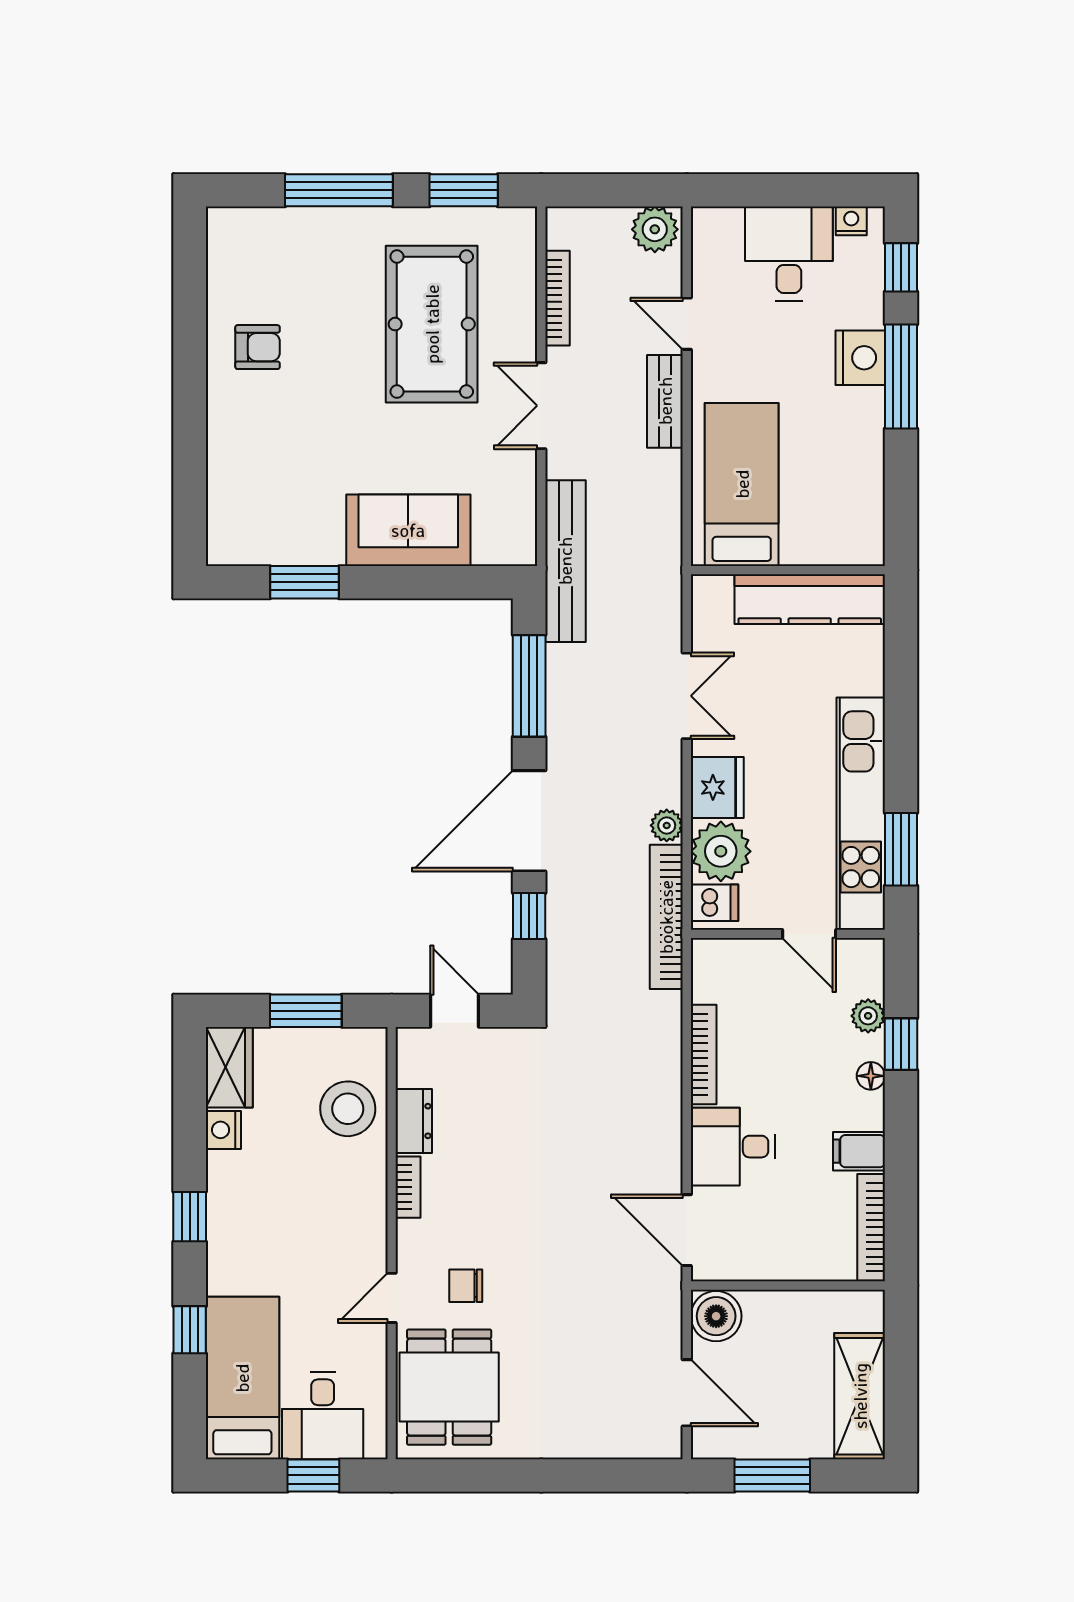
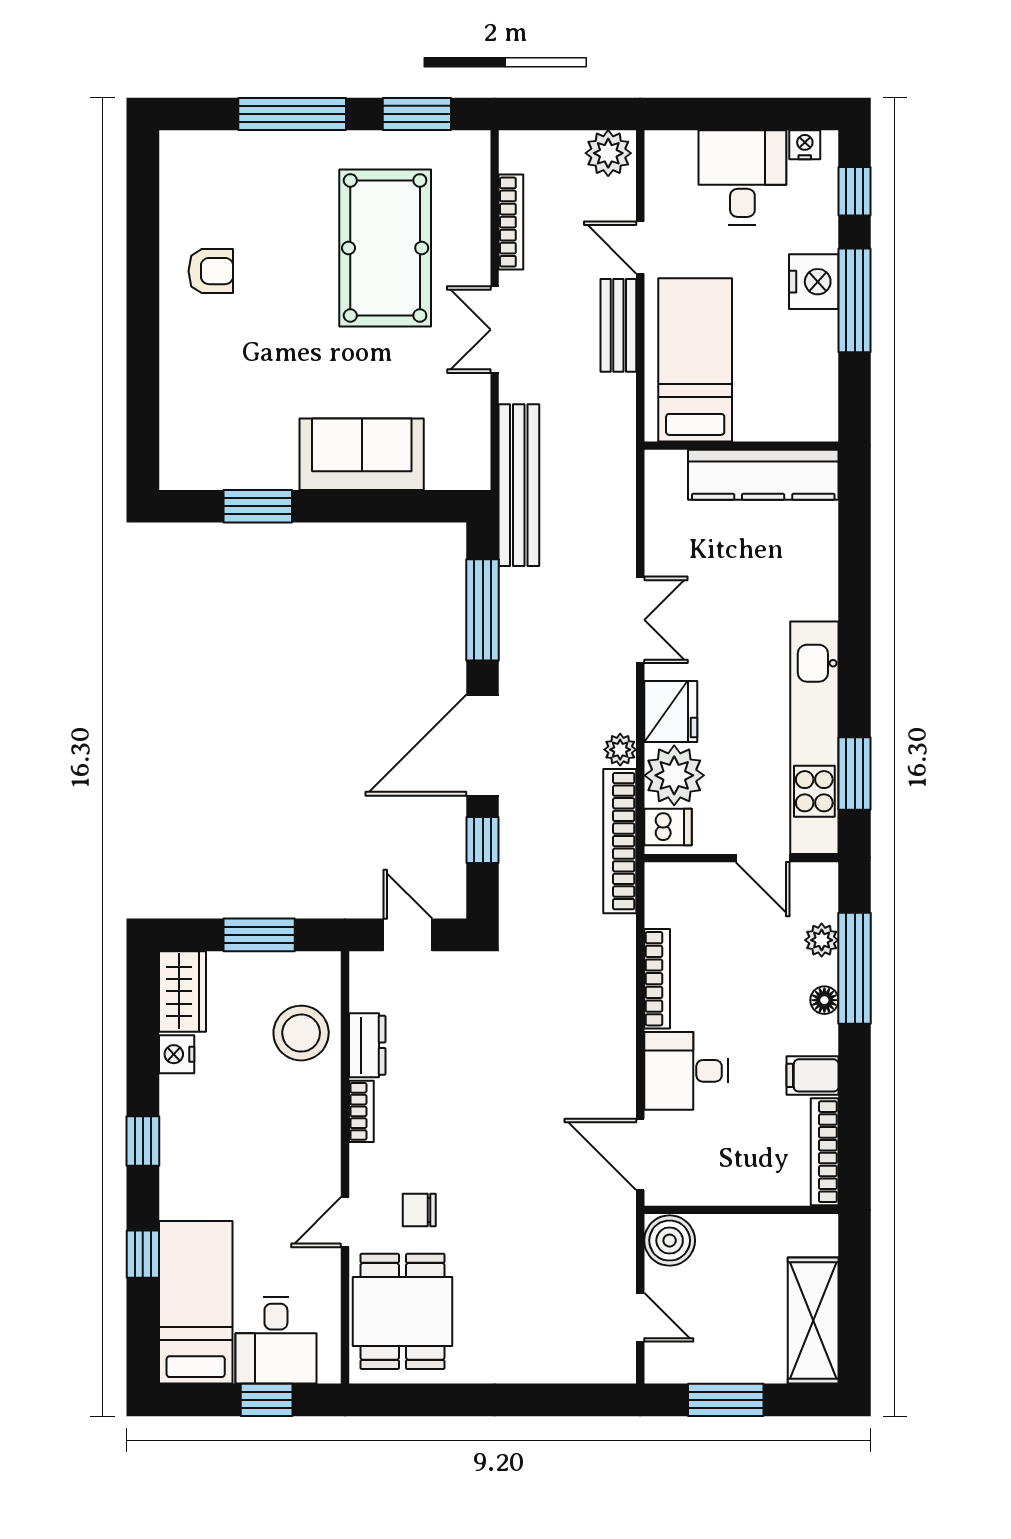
bed: (742, 484) -> (695, 360), moved
wall: (788, 570) -> (741, 446), moved
kitchen counter: (810, 599) -> (763, 475), moved
window: (901, 1044) -> (855, 968), width x2.17
door: (687, 1393) -> (640, 1317), width x0.73

